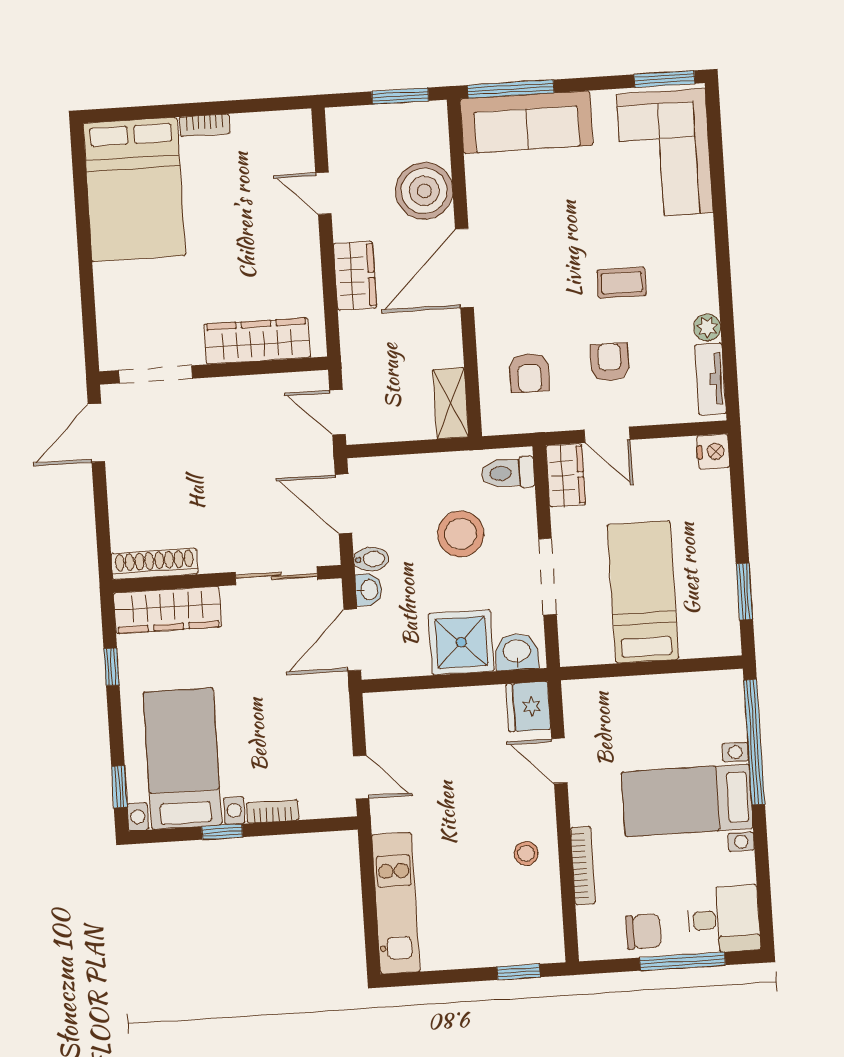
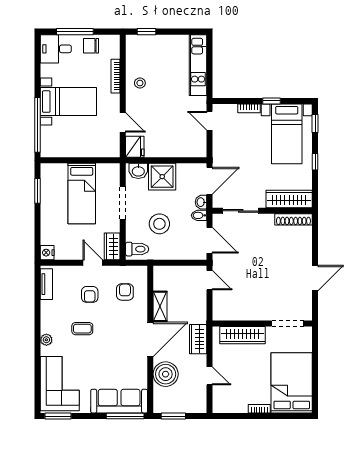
plant: (707, 327) -> (46, 340), moved
wardrobe: (257, 341) -> (243, 335), moved
wall: (214, 371) -> (262, 324), moved
doorway: (156, 374) -> (288, 324), moved
shelving: (451, 403) -> (160, 306), moved
window: (112, 667) -> (315, 162), moved

